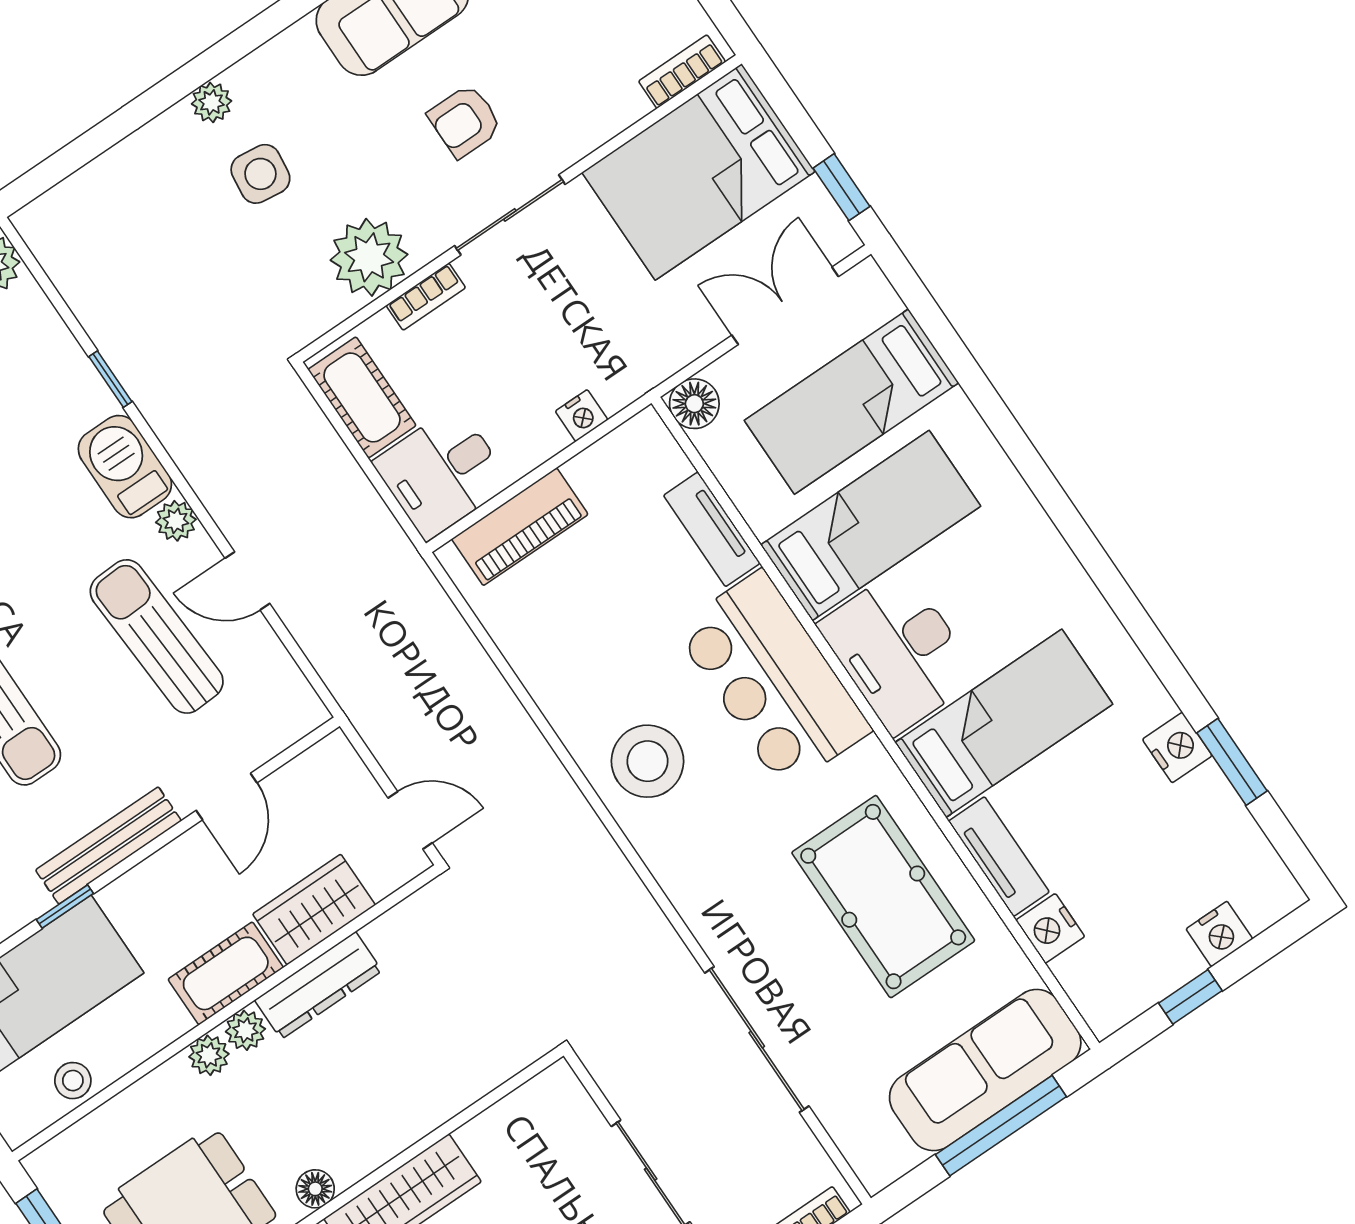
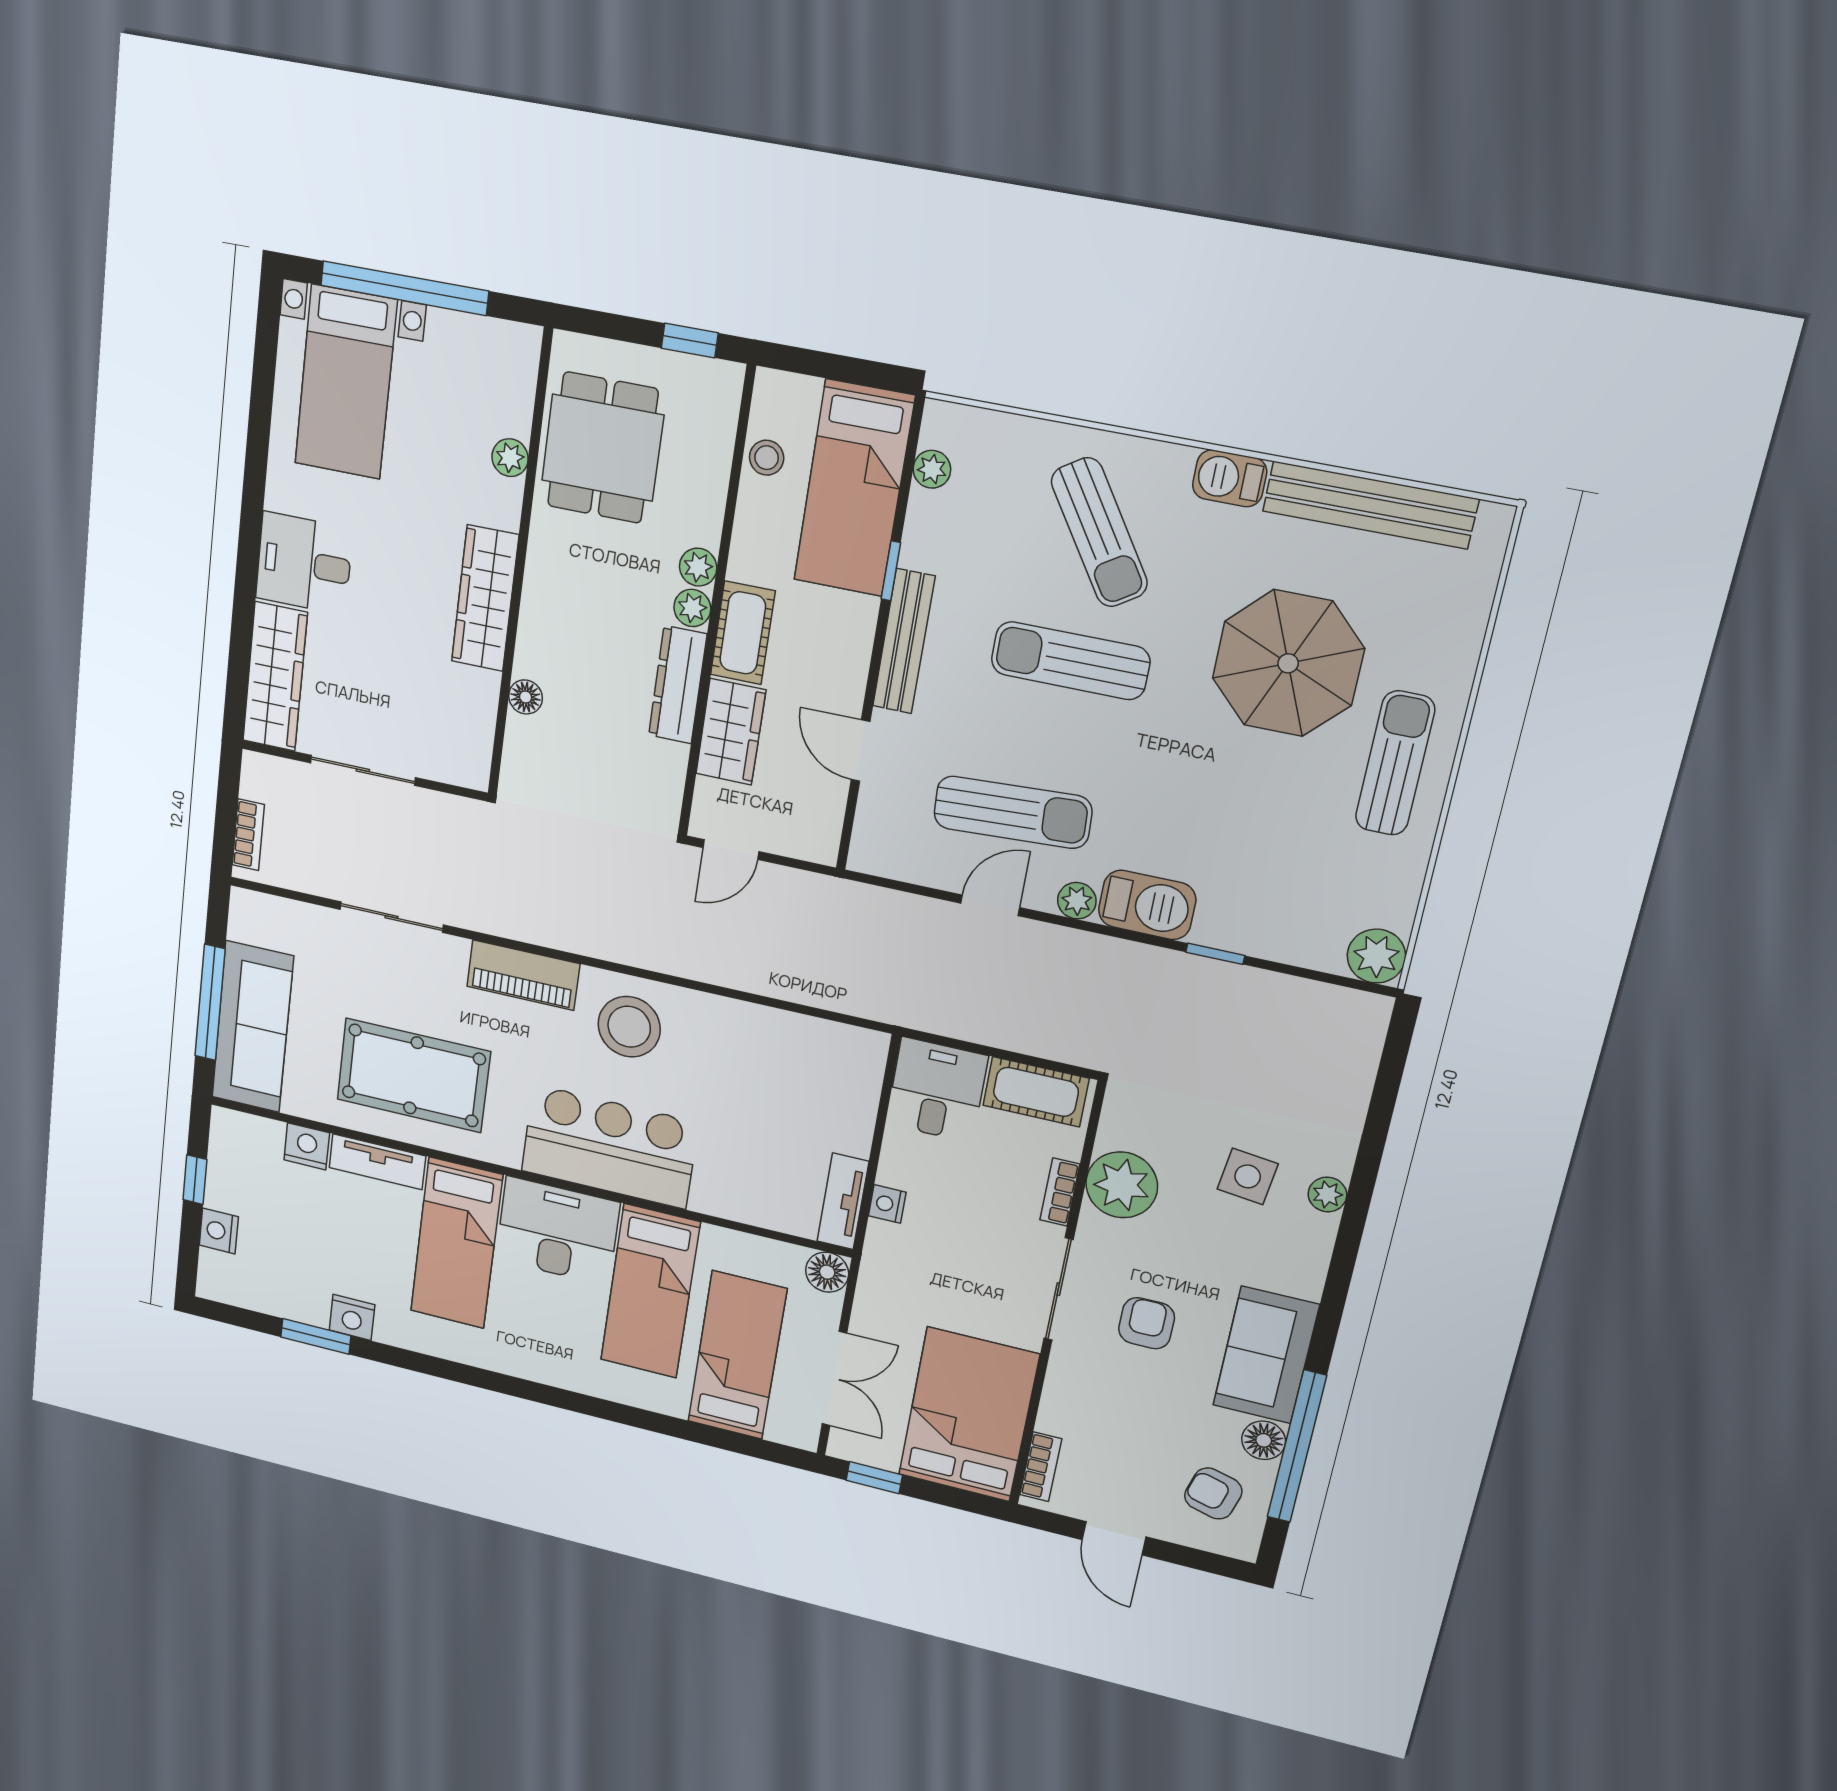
piano: (520, 527) -> (523, 975), moved, turned -90
tv unit: (712, 529) -> (843, 1201), moved, turned -90
sliding door: (757, 1040) -> (391, 917), width x0.73
floor lamp: (315, 1189) -> (526, 697), moved

